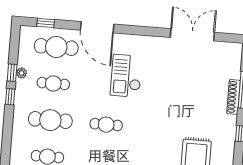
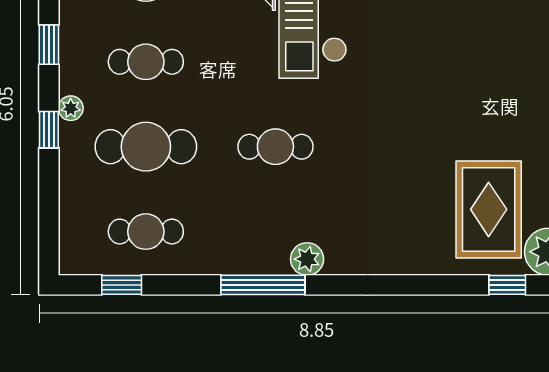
plant: (22, 73) -> (71, 108), moved
window: (10, 97) -> (49, 130), moved

